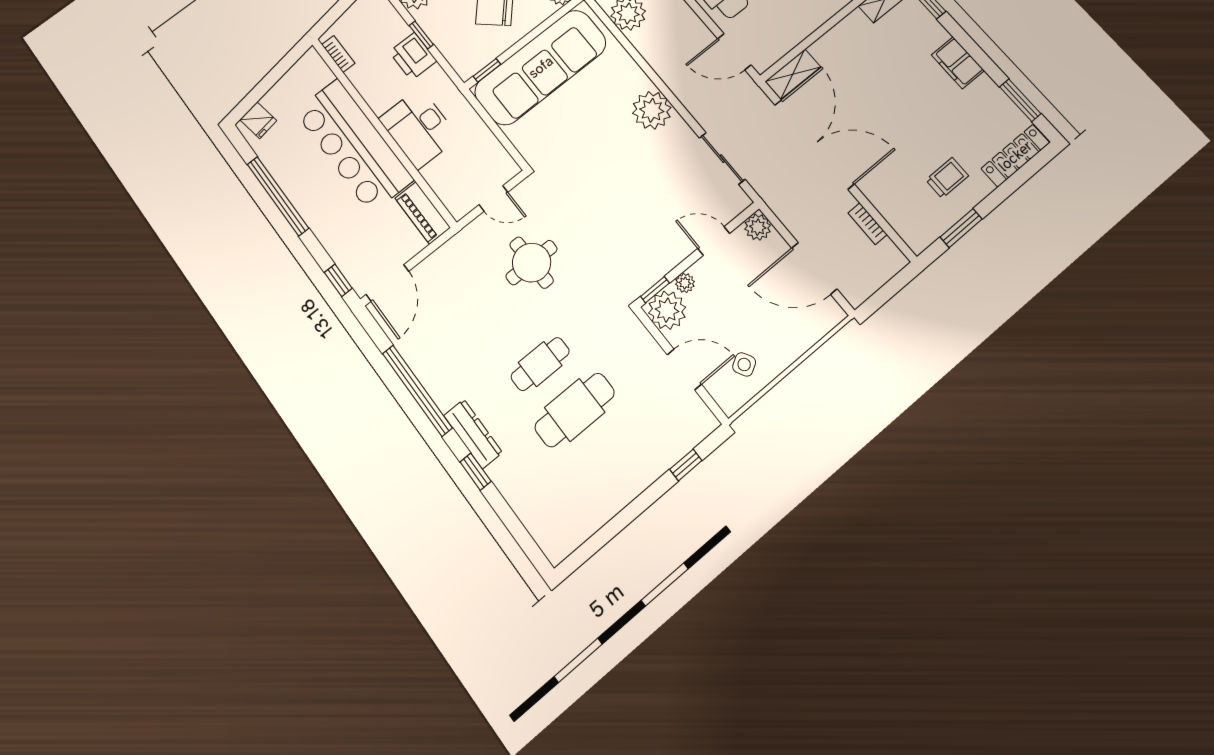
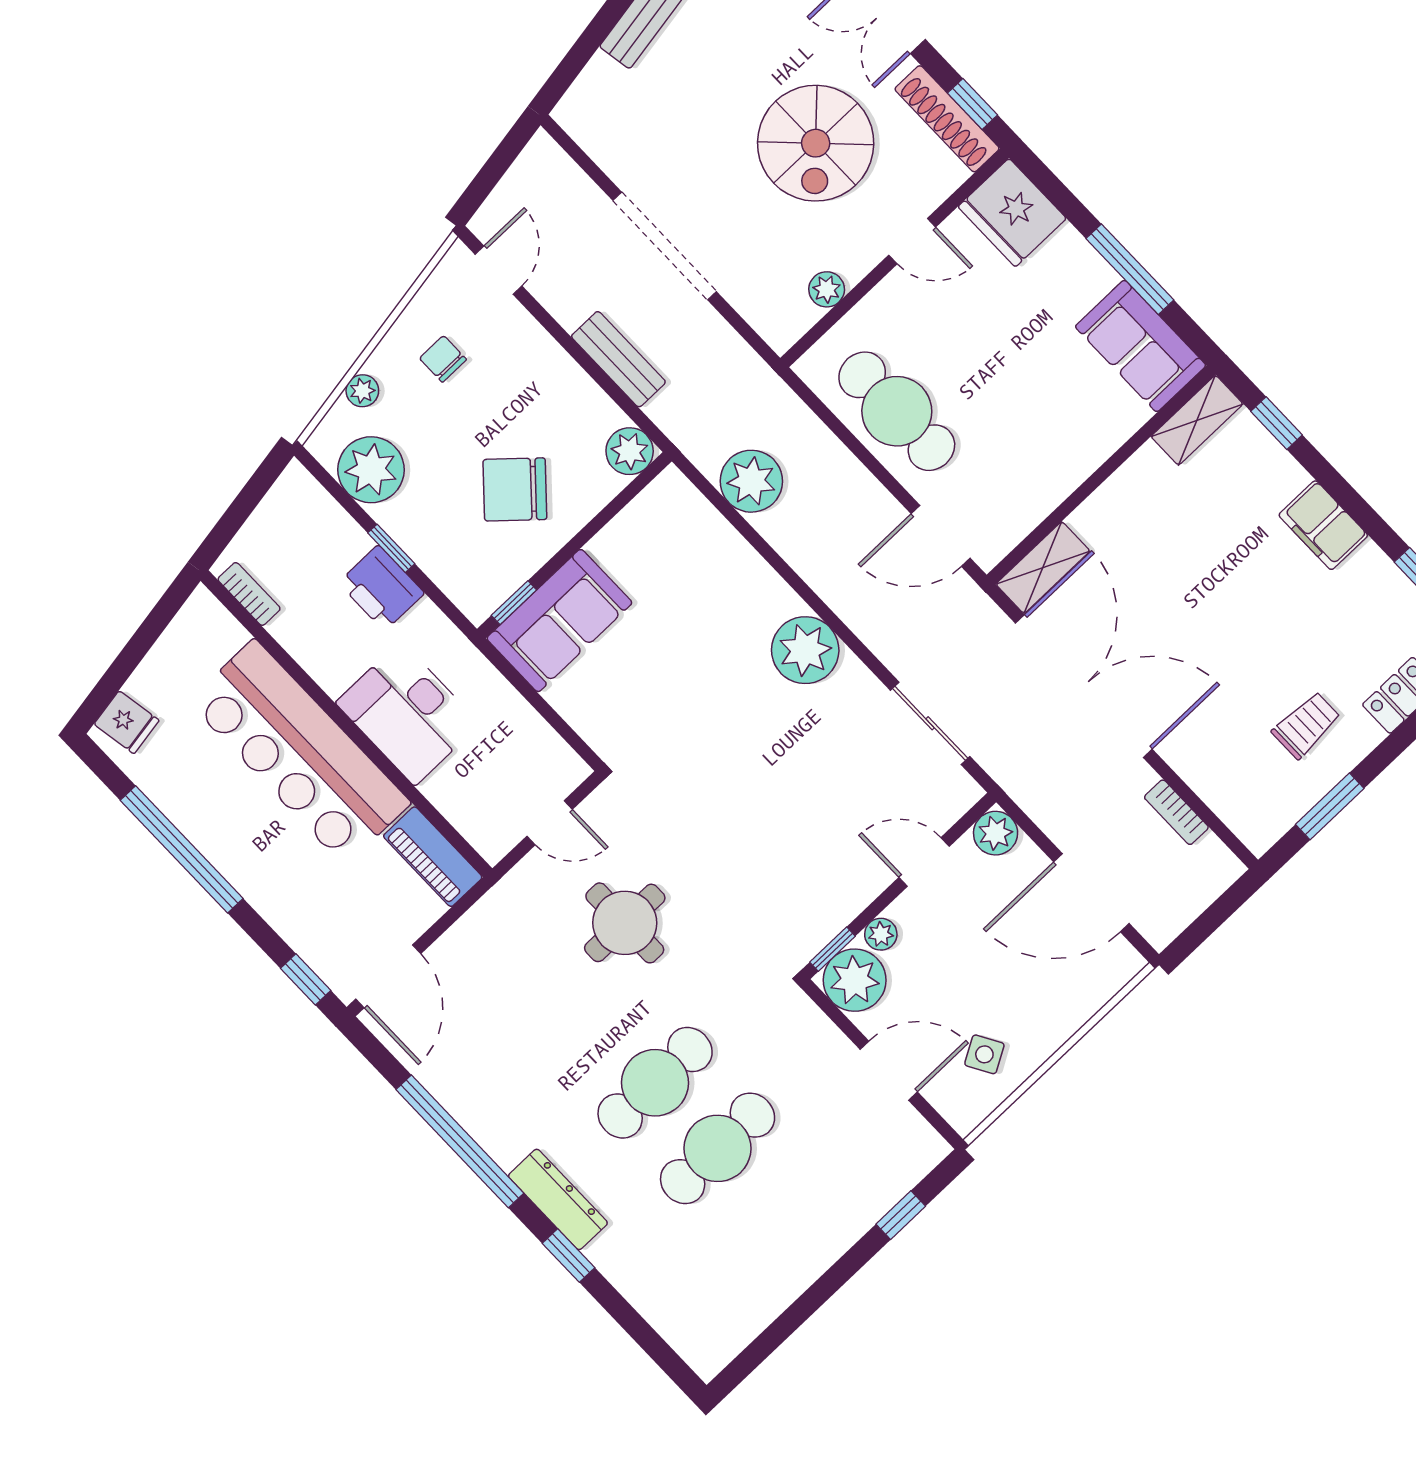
sofa: (541, 67) -> (559, 621), width x0.54, depth x0.79
cafe table: (540, 364) -> (655, 1083), width x1.37, depth x1.35

